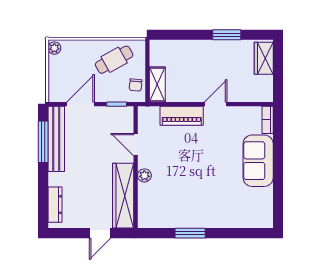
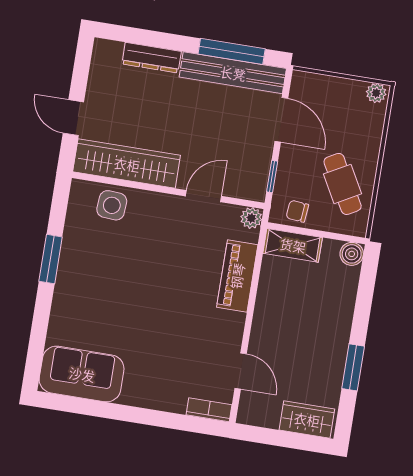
boiler: (157, 47) -> (352, 254), added
door: (216, 104) -> (241, 371), moved
sofa: (258, 161) -> (82, 374), moved
plant: (144, 175) -> (251, 218), moved
side table: (151, 201) -> (112, 205), added
dresser: (55, 205) -> (152, 58), moved

